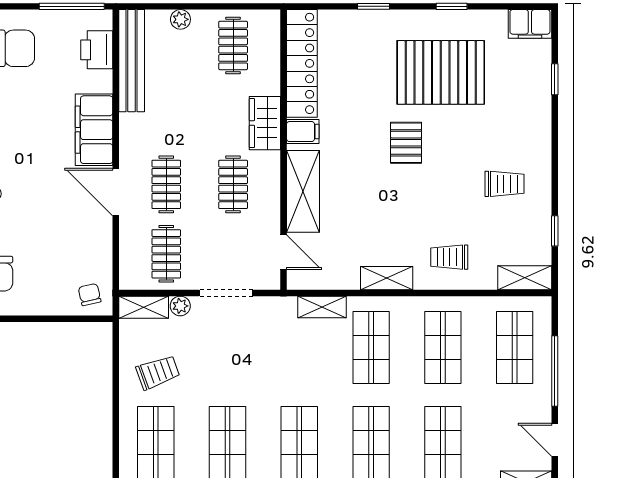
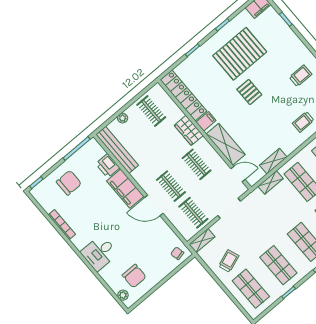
printer: (97, 50) -> (108, 166), moved
shelving: (387, 278) -> (273, 161), moved
plant: (180, 306) -> (216, 228), removed

